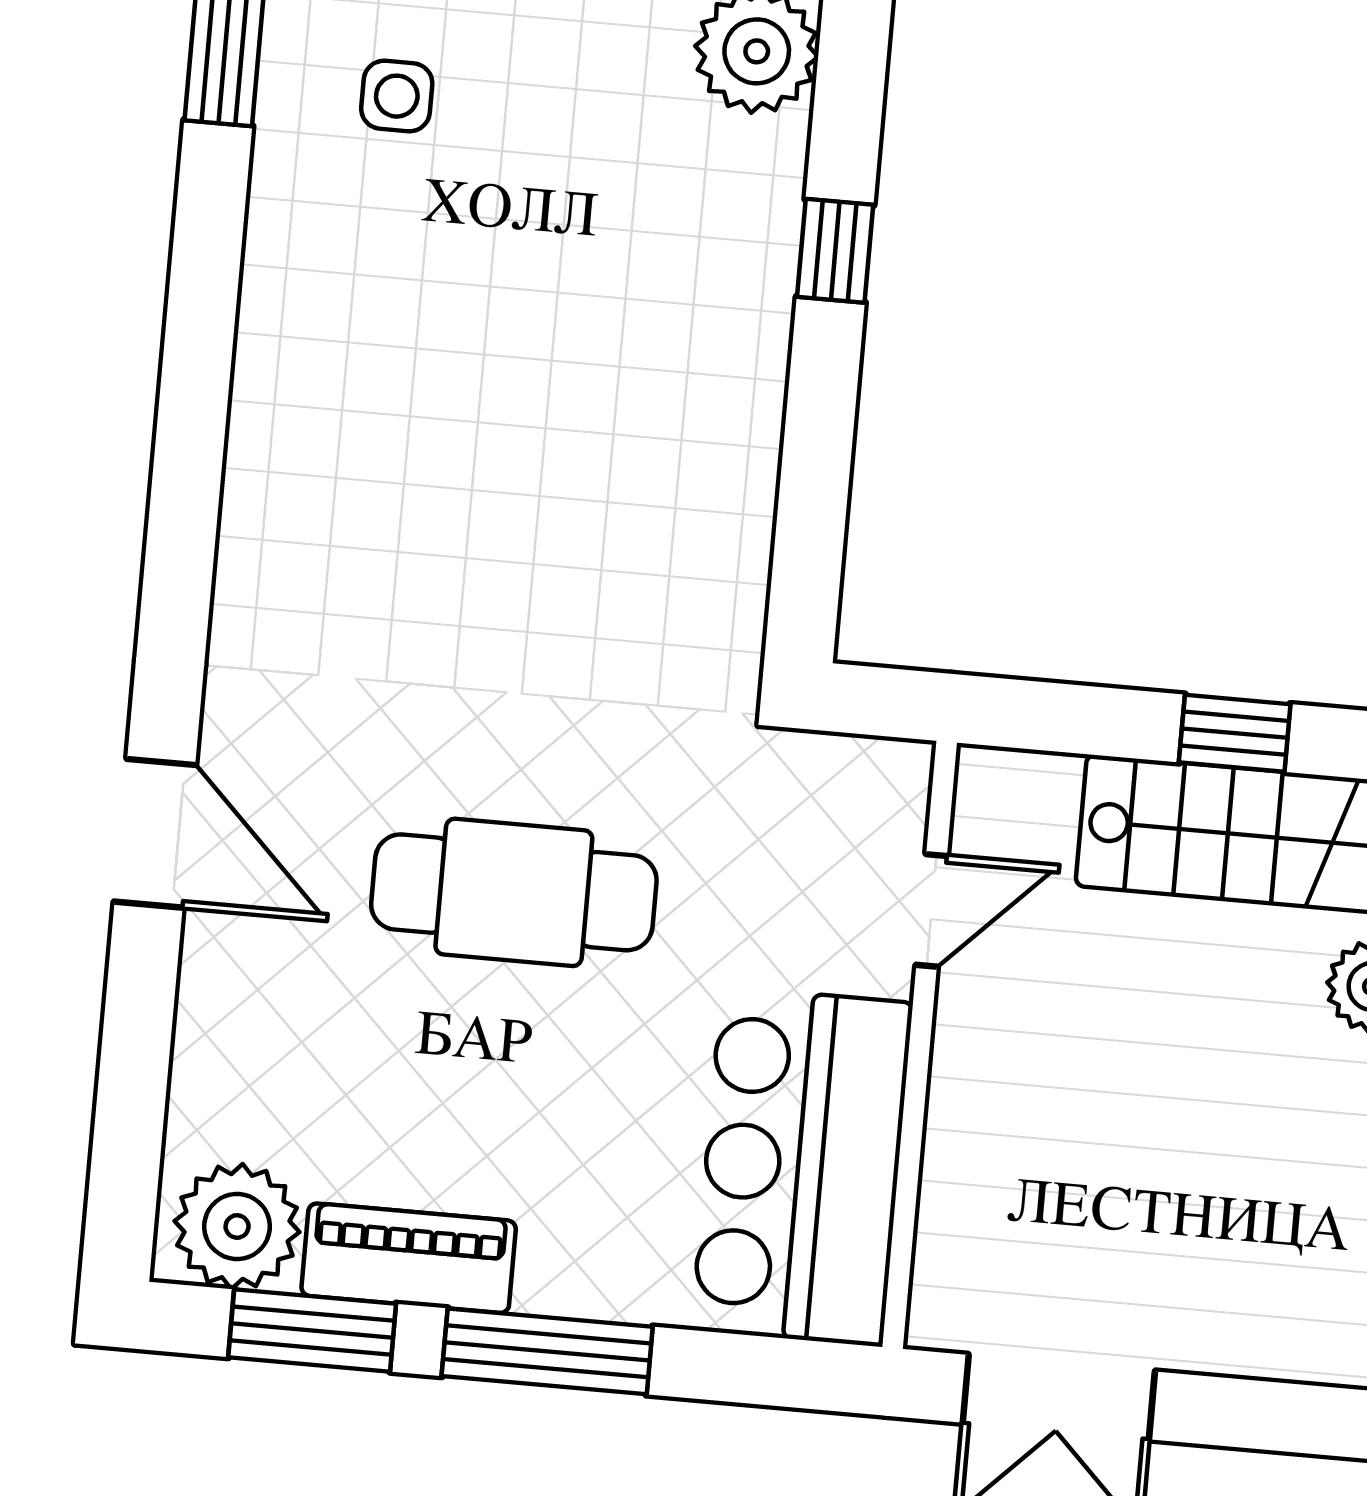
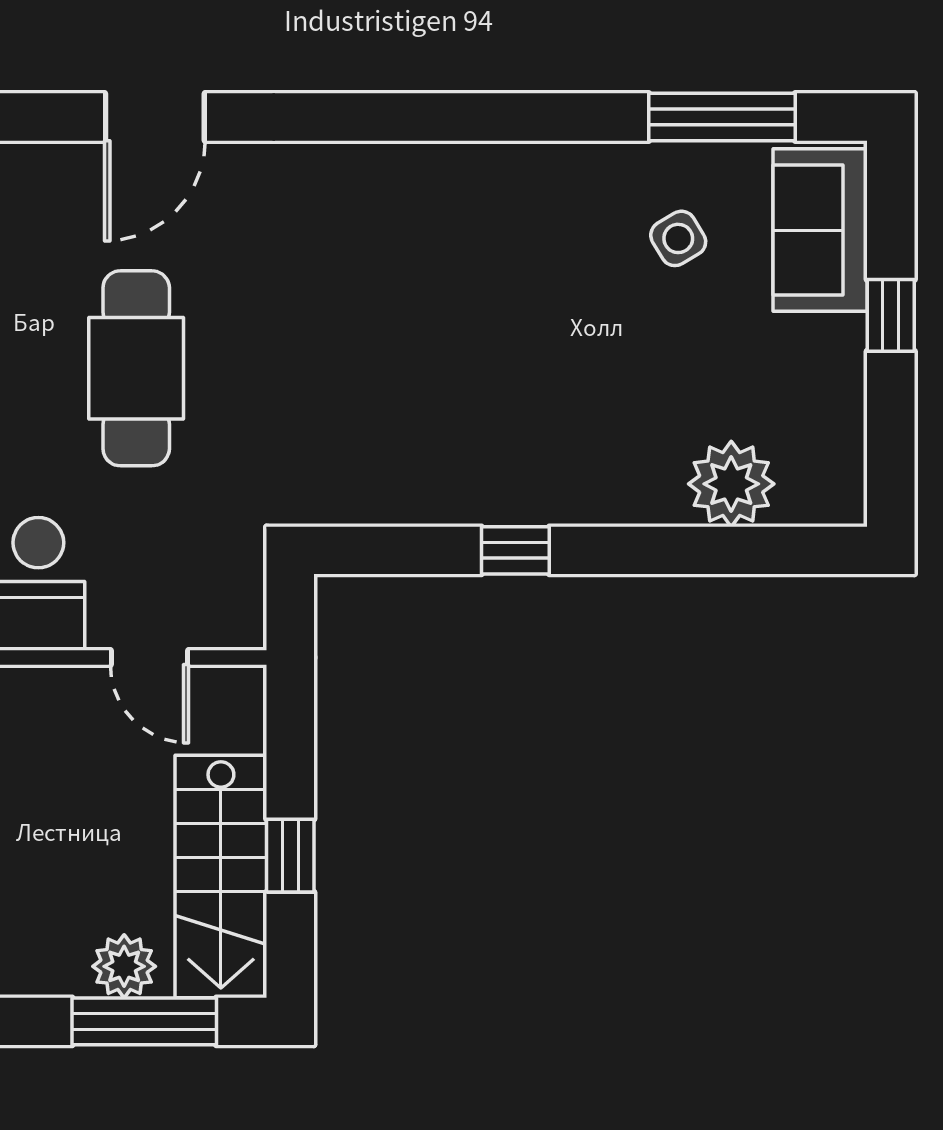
side table: (397, 96) -> (678, 238), turned -31
window: (835, 251) -> (515, 550), moved

